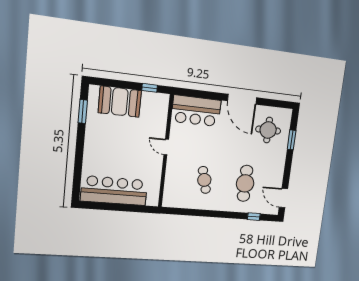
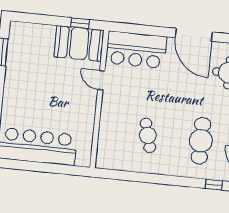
booth: (120, 102) -> (79, 43), moved
door: (166, 147) -> (101, 80), moved

